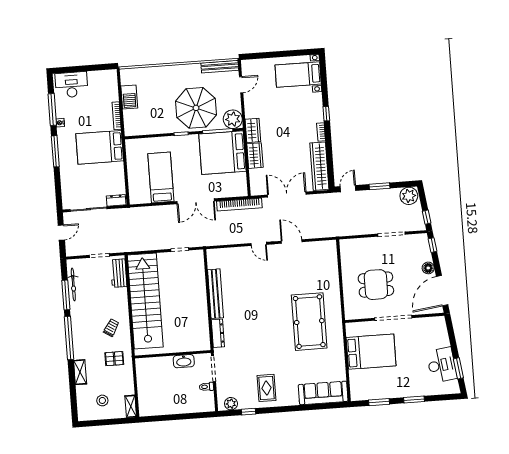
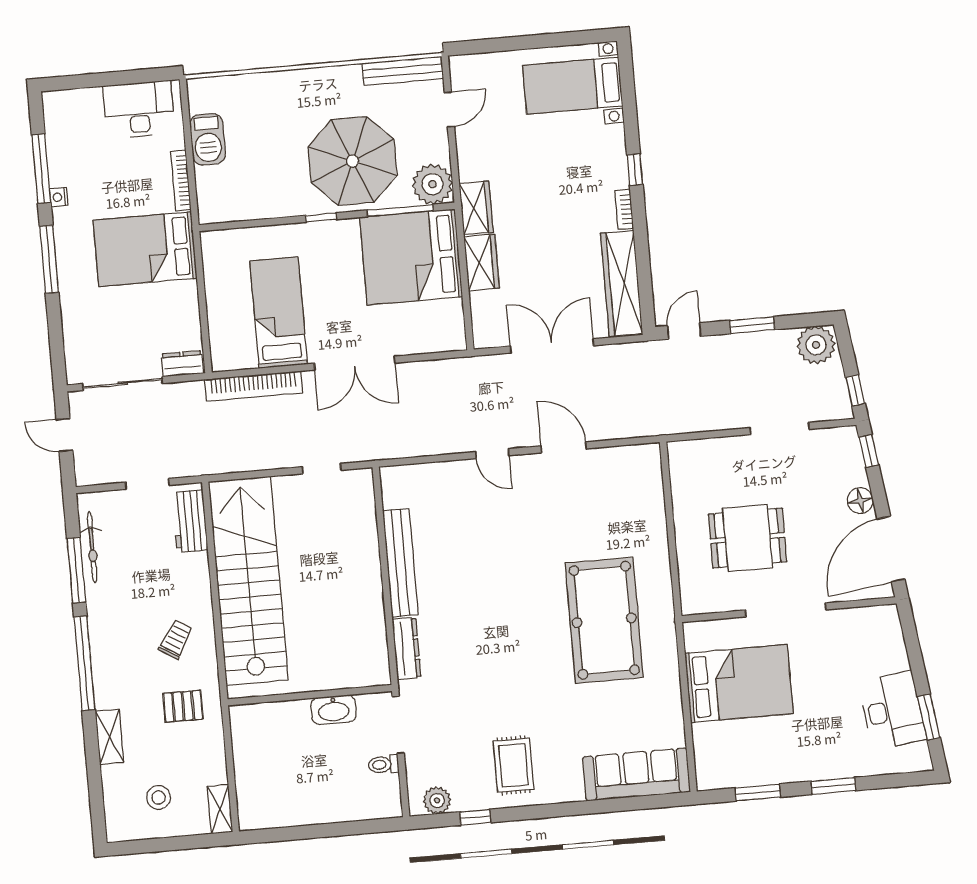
desk: (71, 85) -> (139, 110), moved
bookcase: (239, 205) -> (254, 386), moved
door: (61, 233) -> (65, 435), swing flipped

